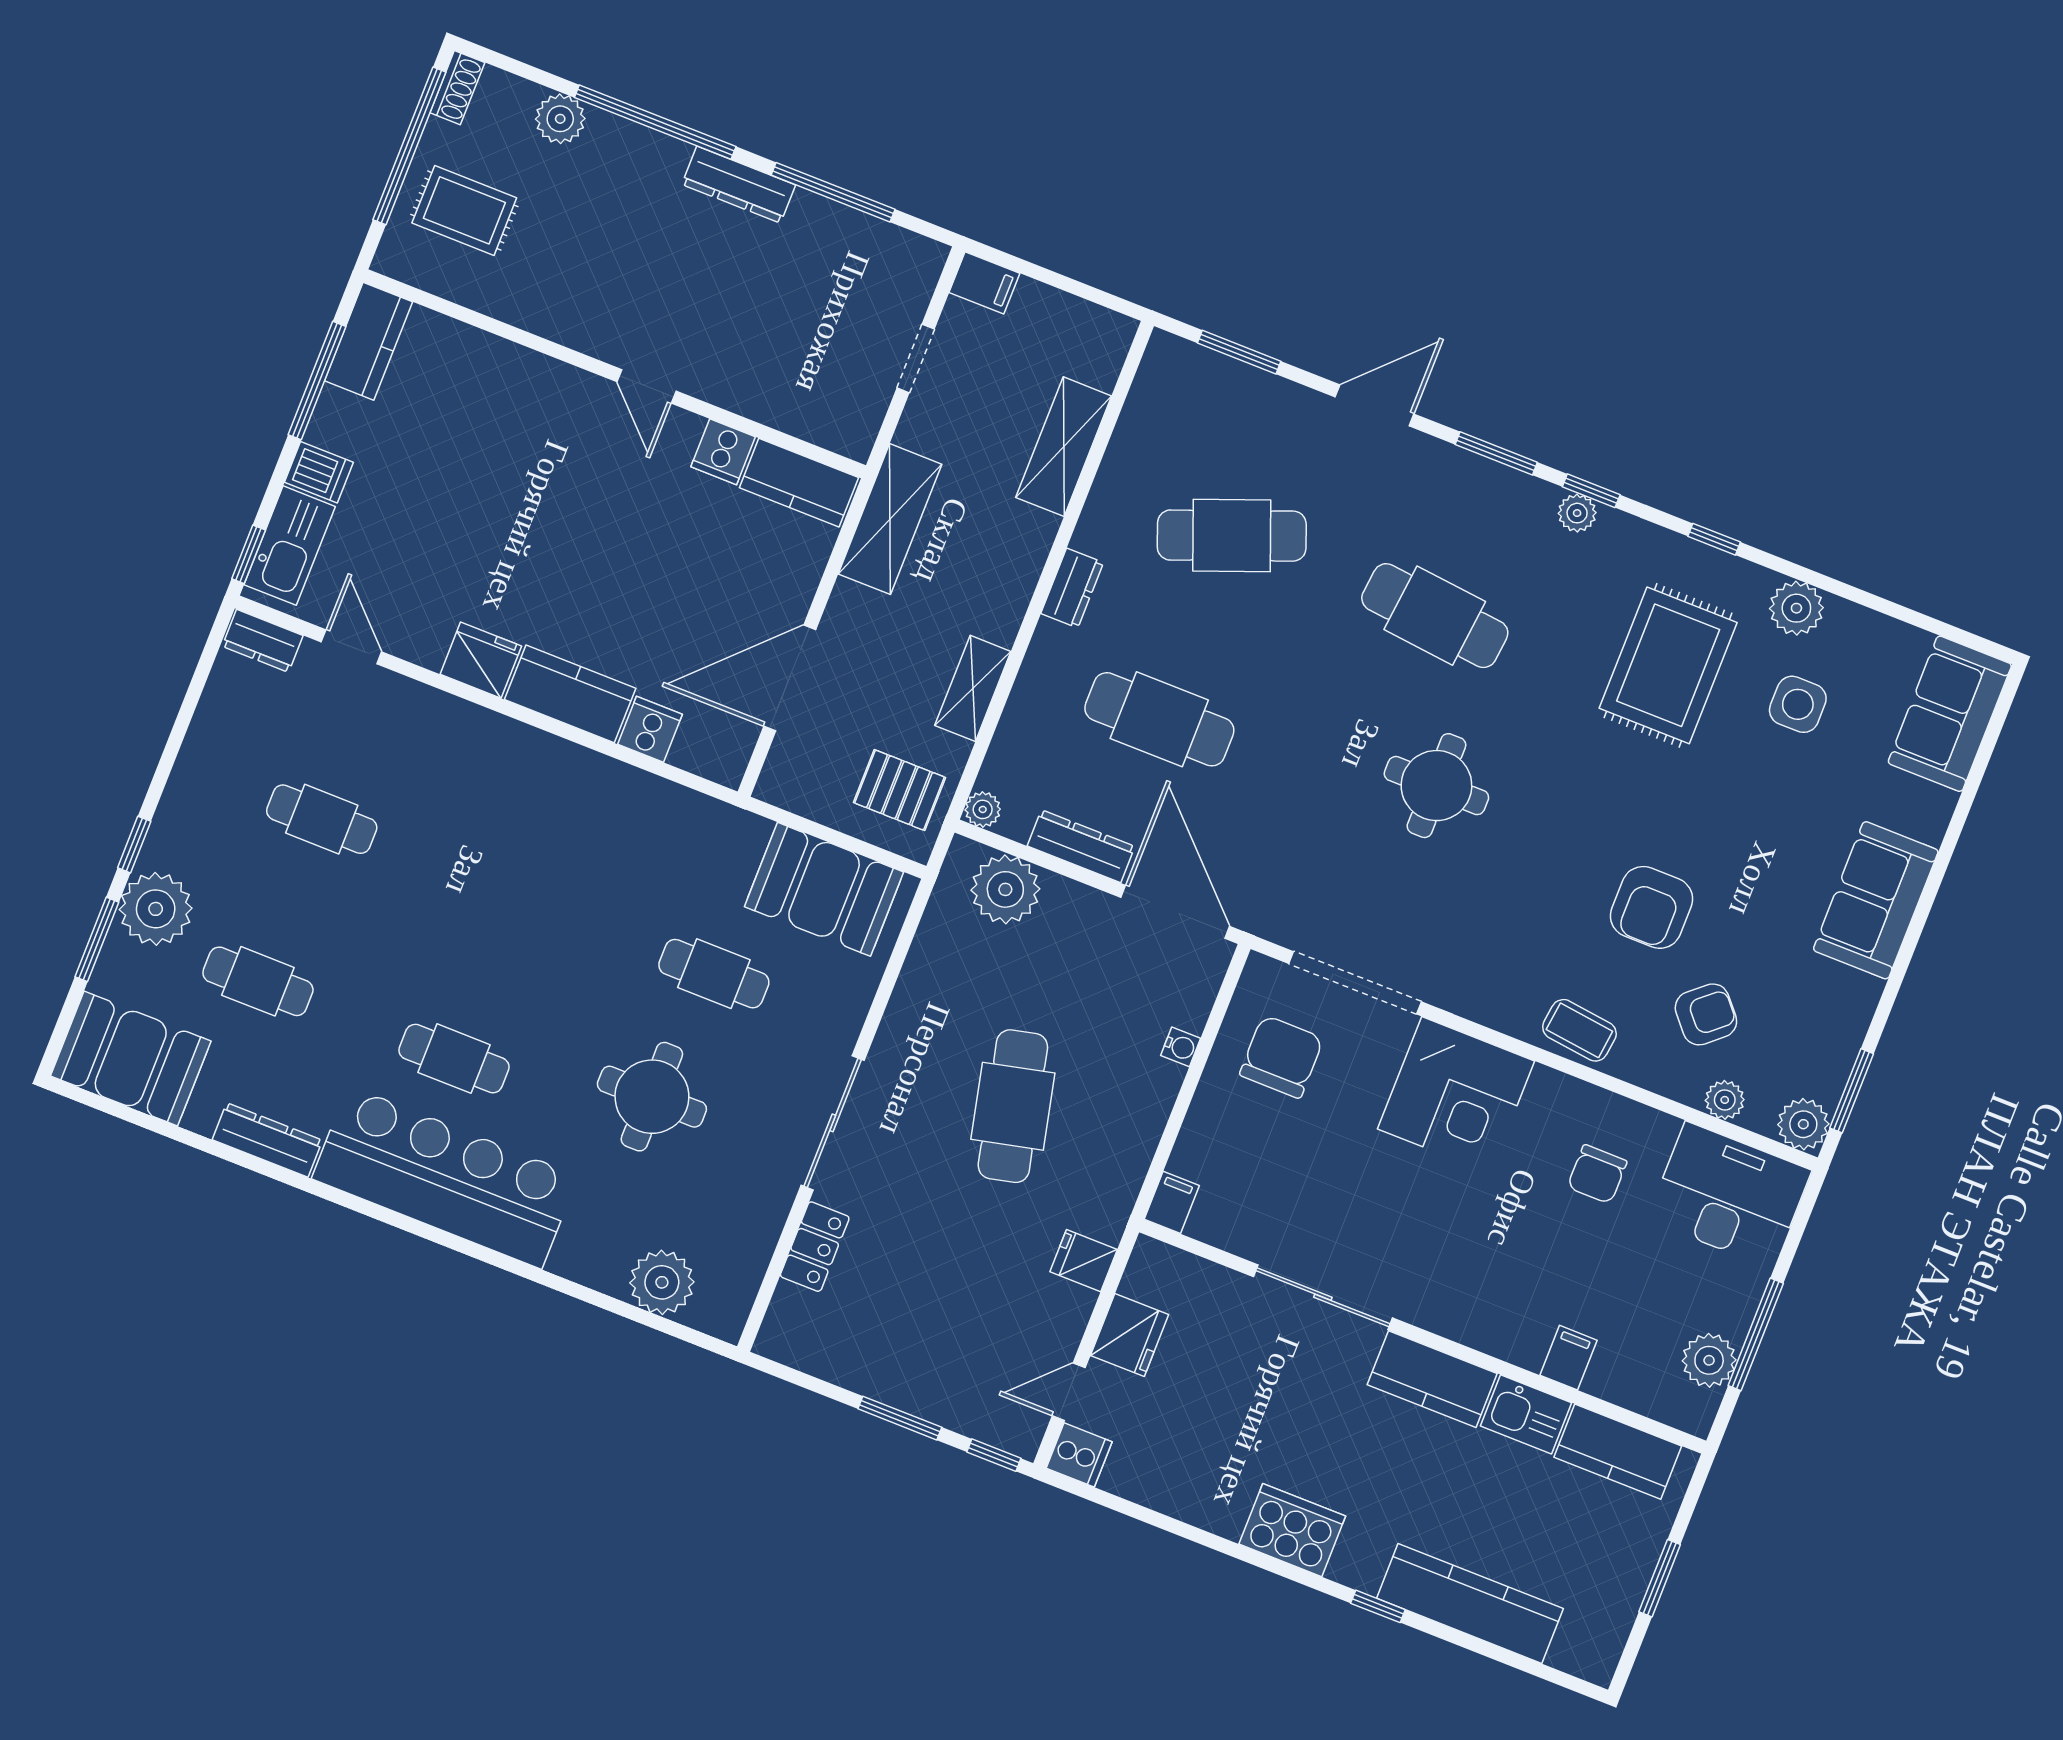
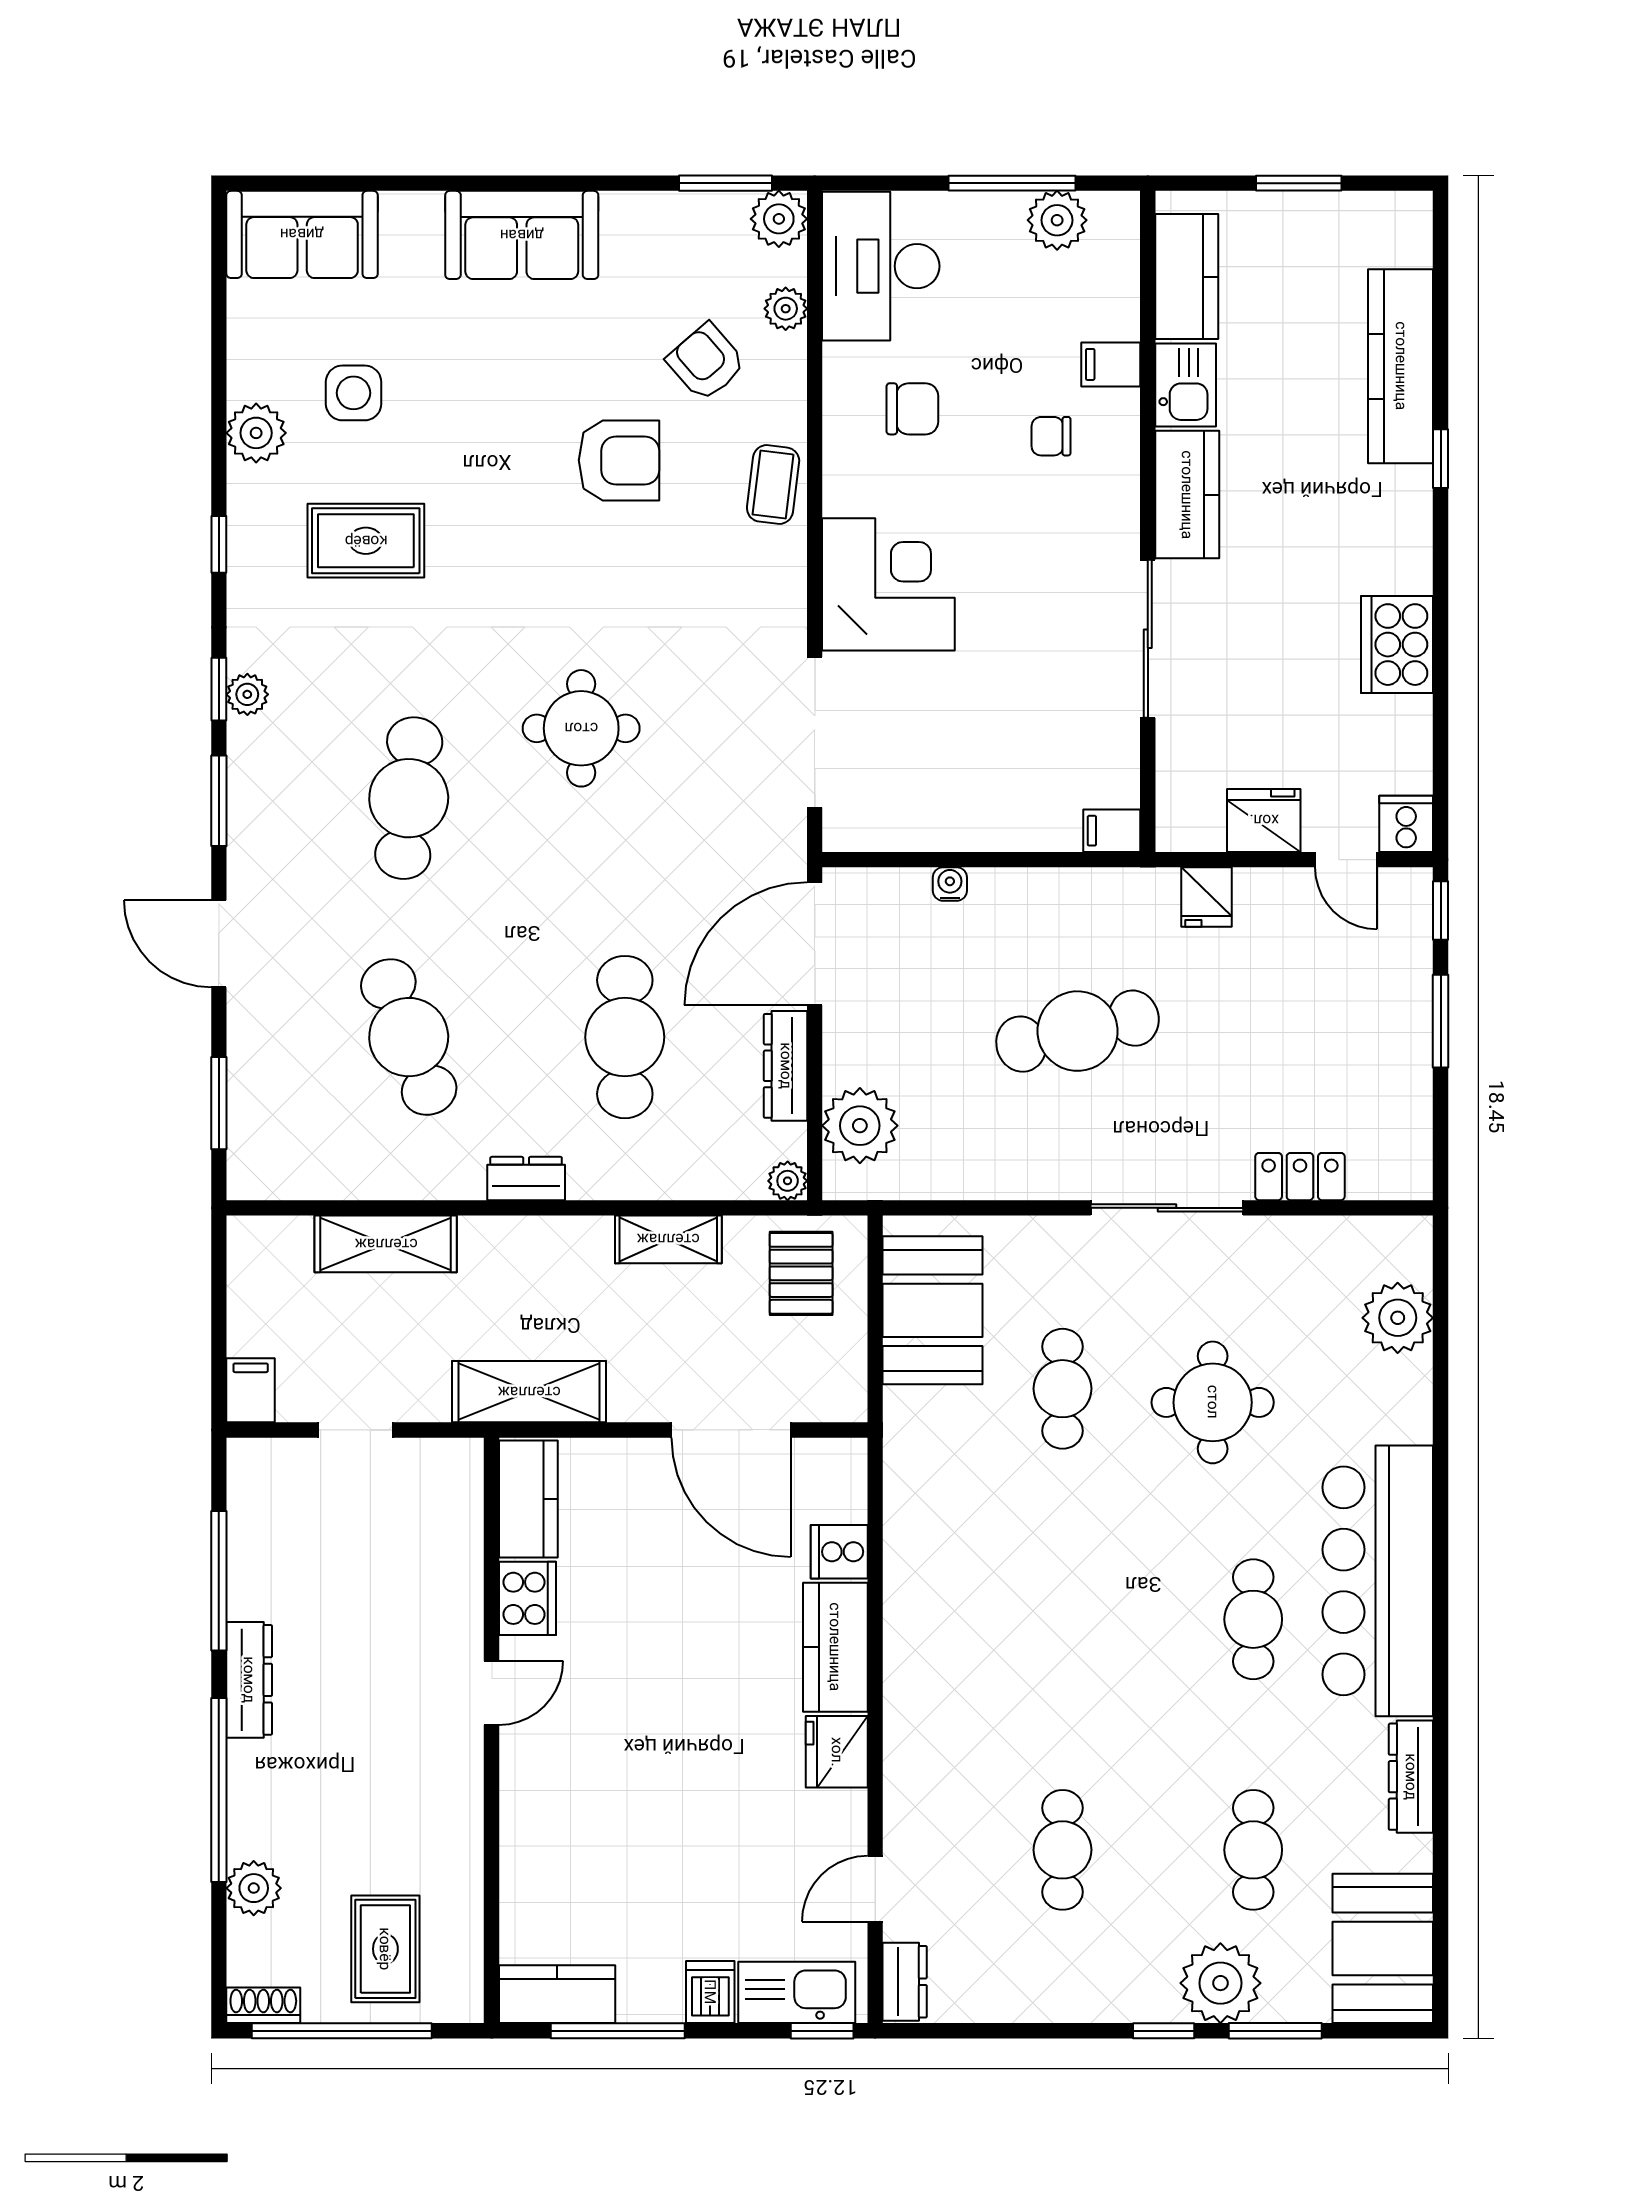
cooker: (723, 452) -> (527, 1598), width x1.36
rug: (1668, 665) -> (366, 541), width x0.73, depth x0.70
chair: (1282, 1057) -> (1051, 436), moved, width x0.54, depth x0.54
cooker: (1292, 1530) -> (1397, 645), moved

